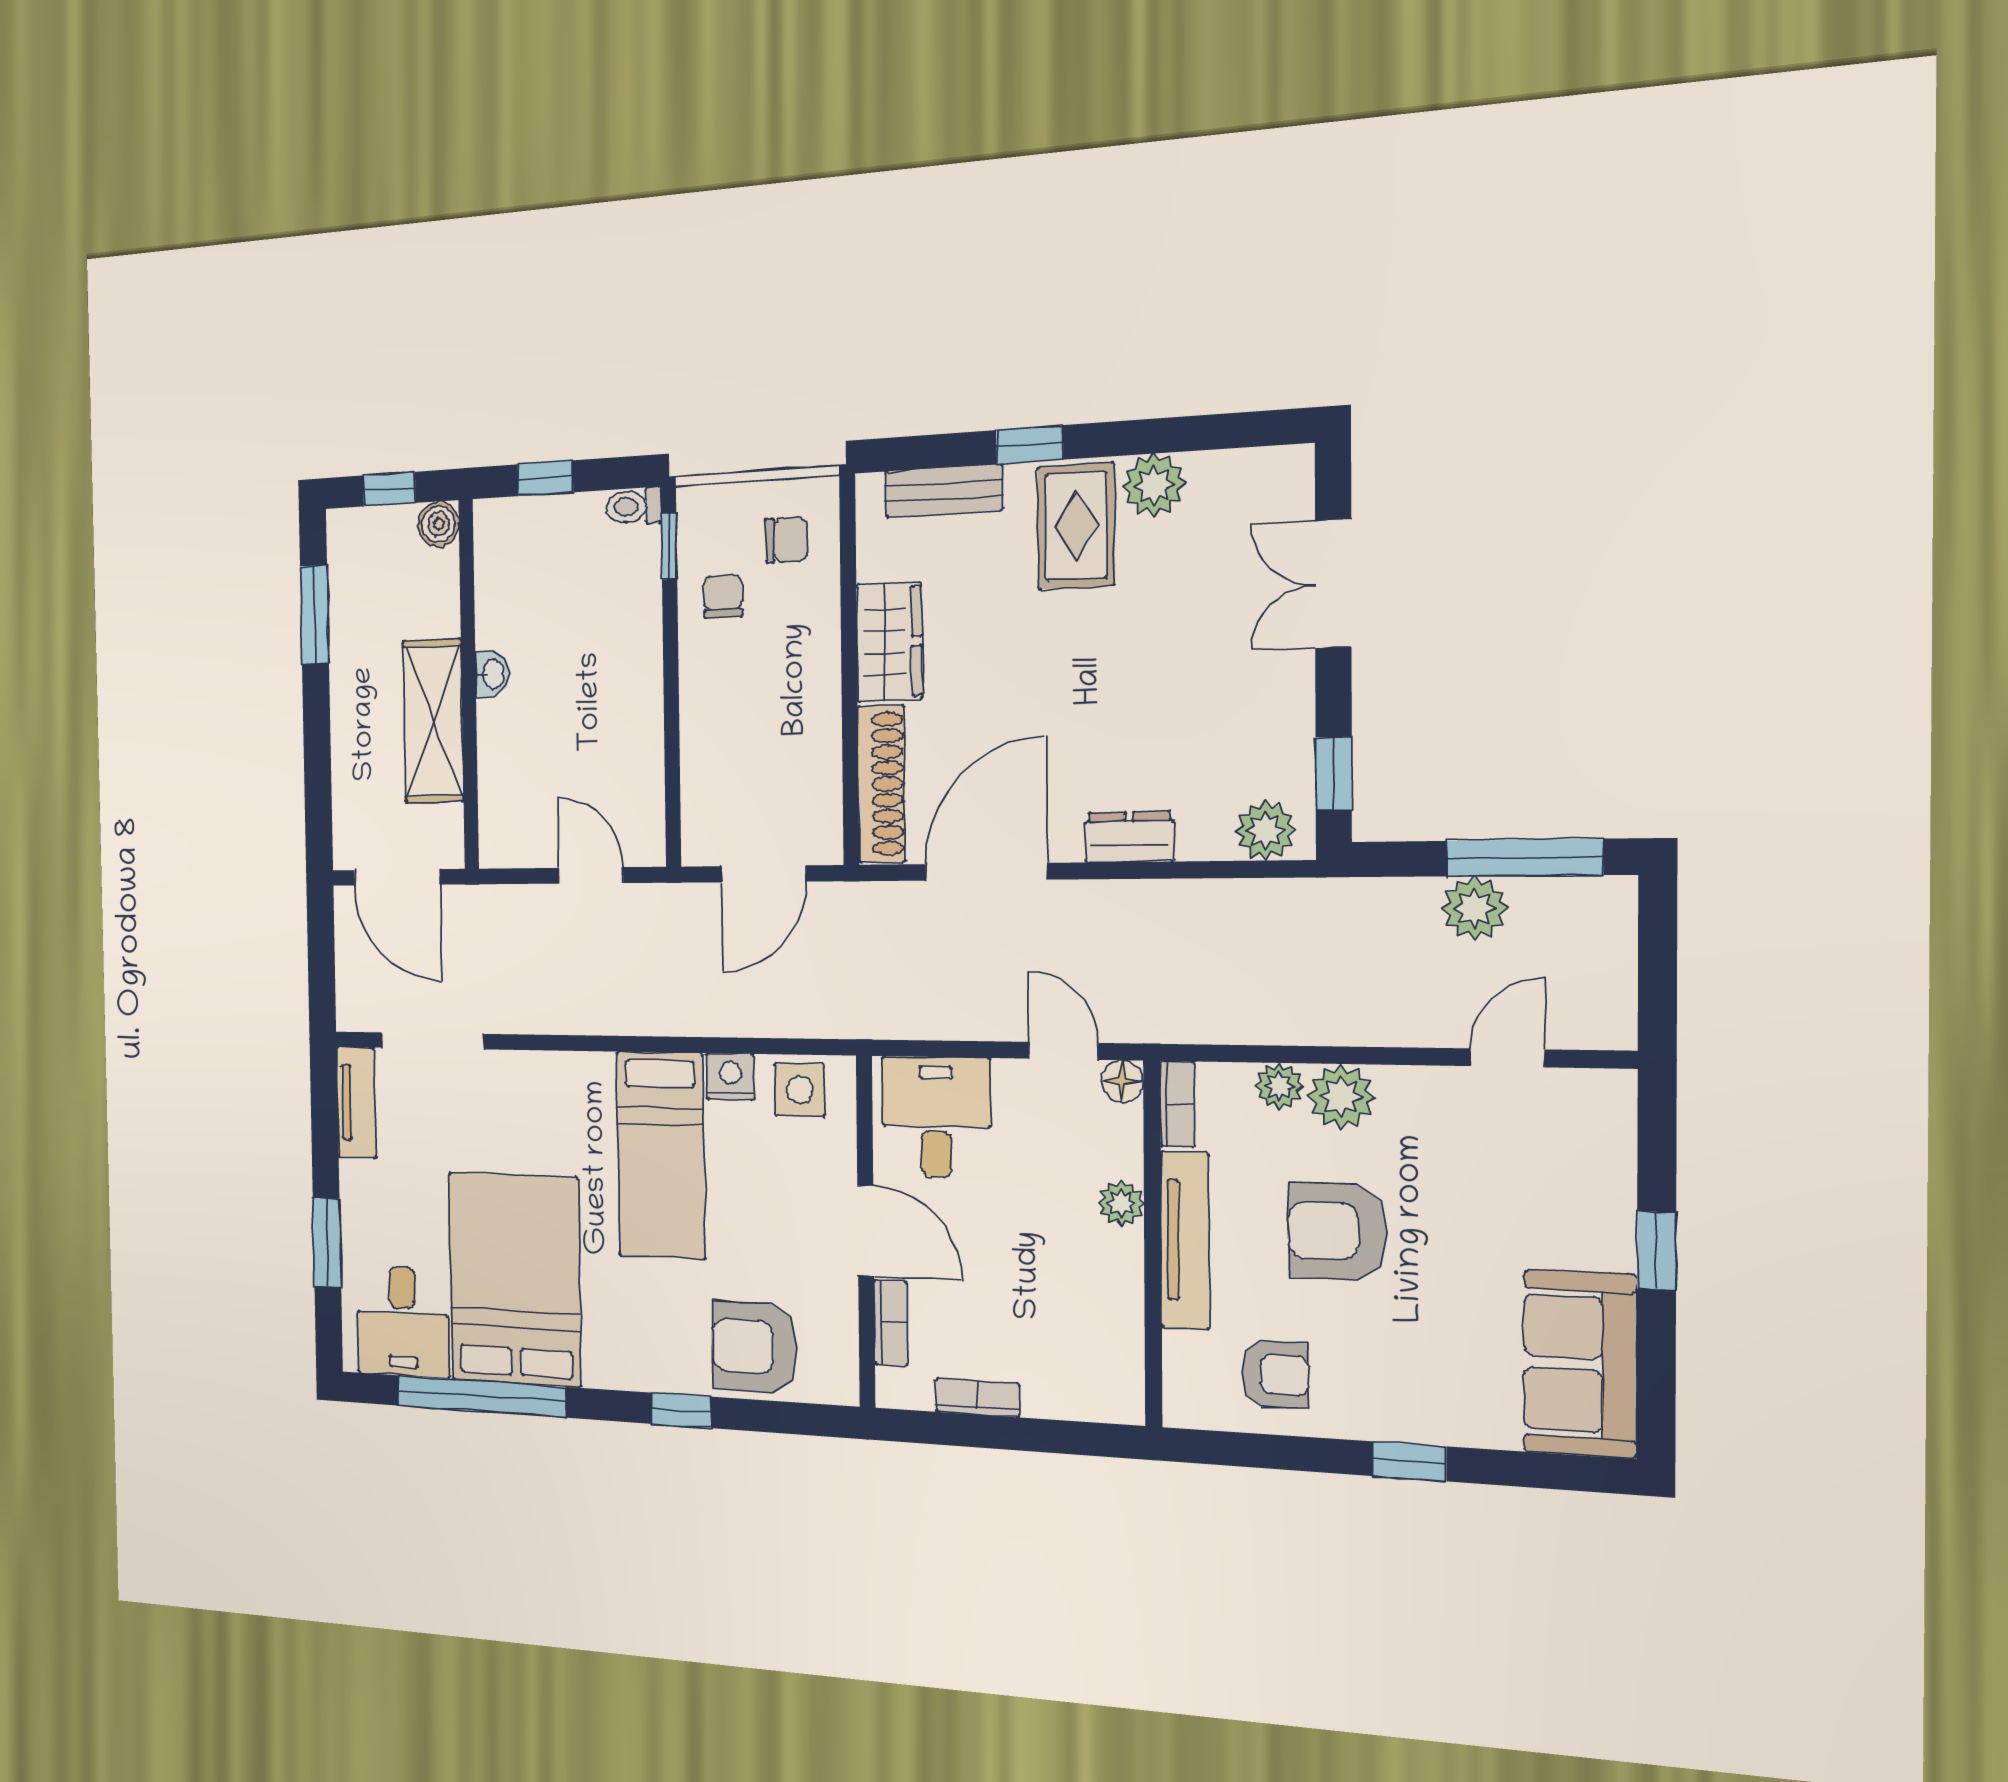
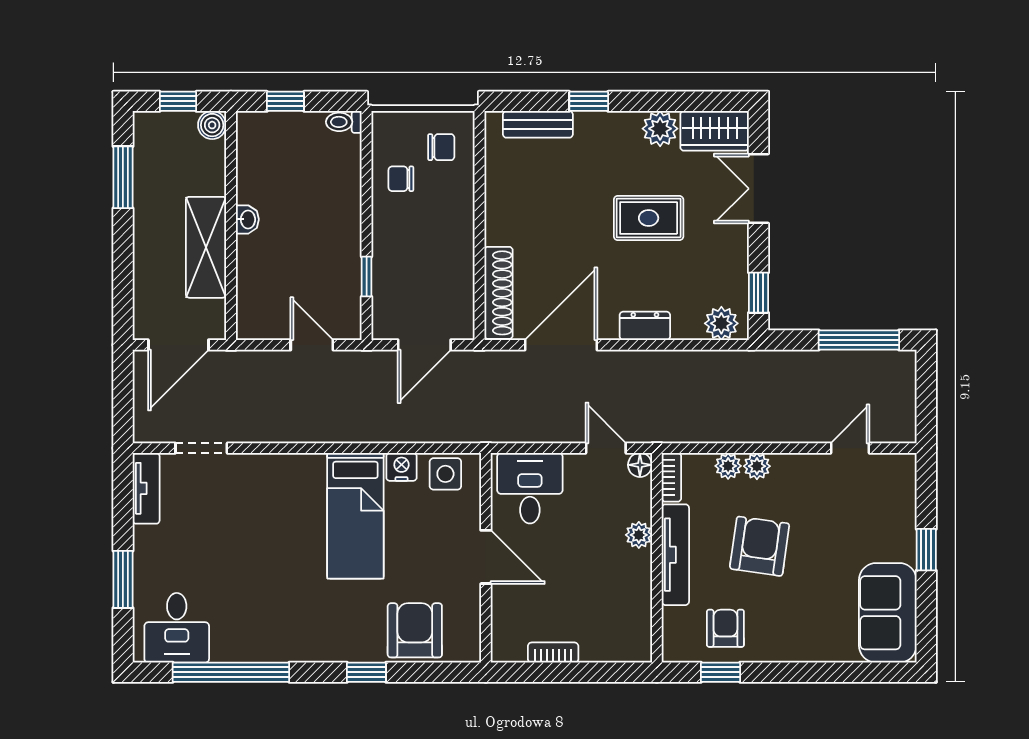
rug: (1076, 526) -> (649, 218), moved, turned 90
window: (669, 546) -> (367, 277), moved
chair: (723, 596) -> (401, 179), turned -90
wardrobe: (889, 642) -> (715, 131), moved, turned 90
door: (397, 877) -> (178, 345), hinge flipped
plant: (1474, 908) -> (833, 367), removed
doorway: (432, 1041) -> (201, 448), width x0.73
plant: (1341, 1097) -> (757, 466), width x0.73, depth x0.73
armchair: (1337, 1231) -> (760, 546), turned 98
bed: (515, 1279) -> (256, 597), removed
bookcase: (891, 1323) -> (501, 611), removed
armchair: (755, 1347) -> (415, 630), turned 90
armchair: (1275, 1374) -> (725, 628), turned -90
window: (1410, 1461) -> (720, 672), moved

